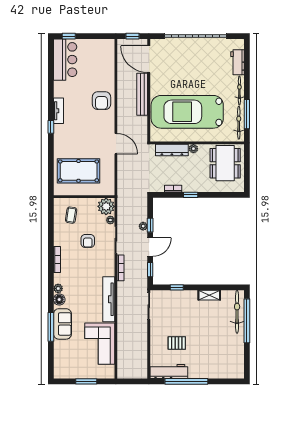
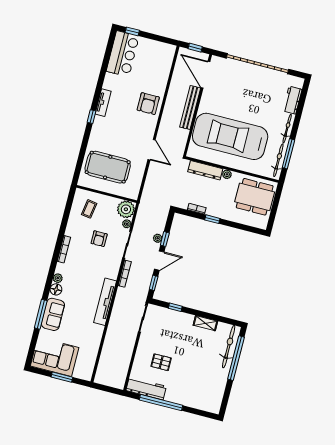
dining table: (225, 163) -> (255, 197), turned 90
corner sofa: (100, 344) -> (55, 357), moved, turned 90

